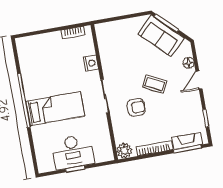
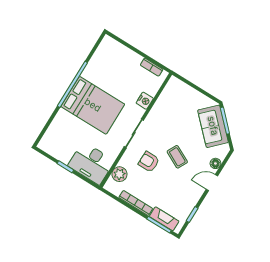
armchair: (136, 107) -> (149, 162), turned 180
bed: (55, 109) -> (93, 105), width x1.50
plant: (124, 151) -> (119, 174), moved
desk: (73, 152) -> (91, 163), moved

